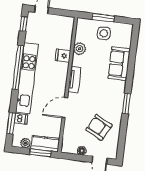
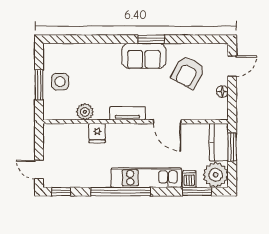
sofa: (119, 64) -> (144, 56), moved
kitchen unit: (27, 78) -> (146, 178), width x0.73
plant: (26, 143) -> (216, 175), width x1.88, depth x1.88

